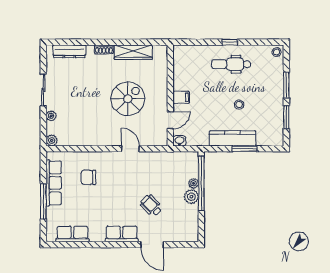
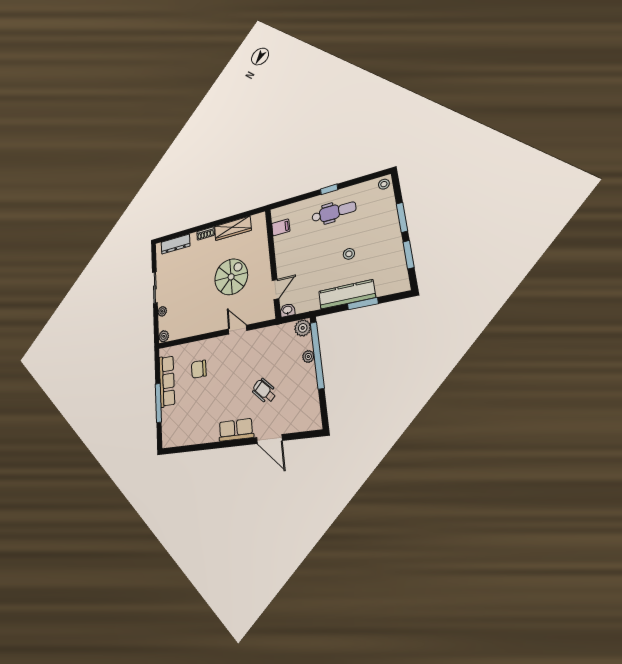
dental chair: (231, 64) -> (334, 212), turned 180
filing cabinet: (181, 97) -> (281, 227), moved
plant: (191, 197) -> (303, 328), moved
row of seats: (72, 234) -> (187, 436), removed

